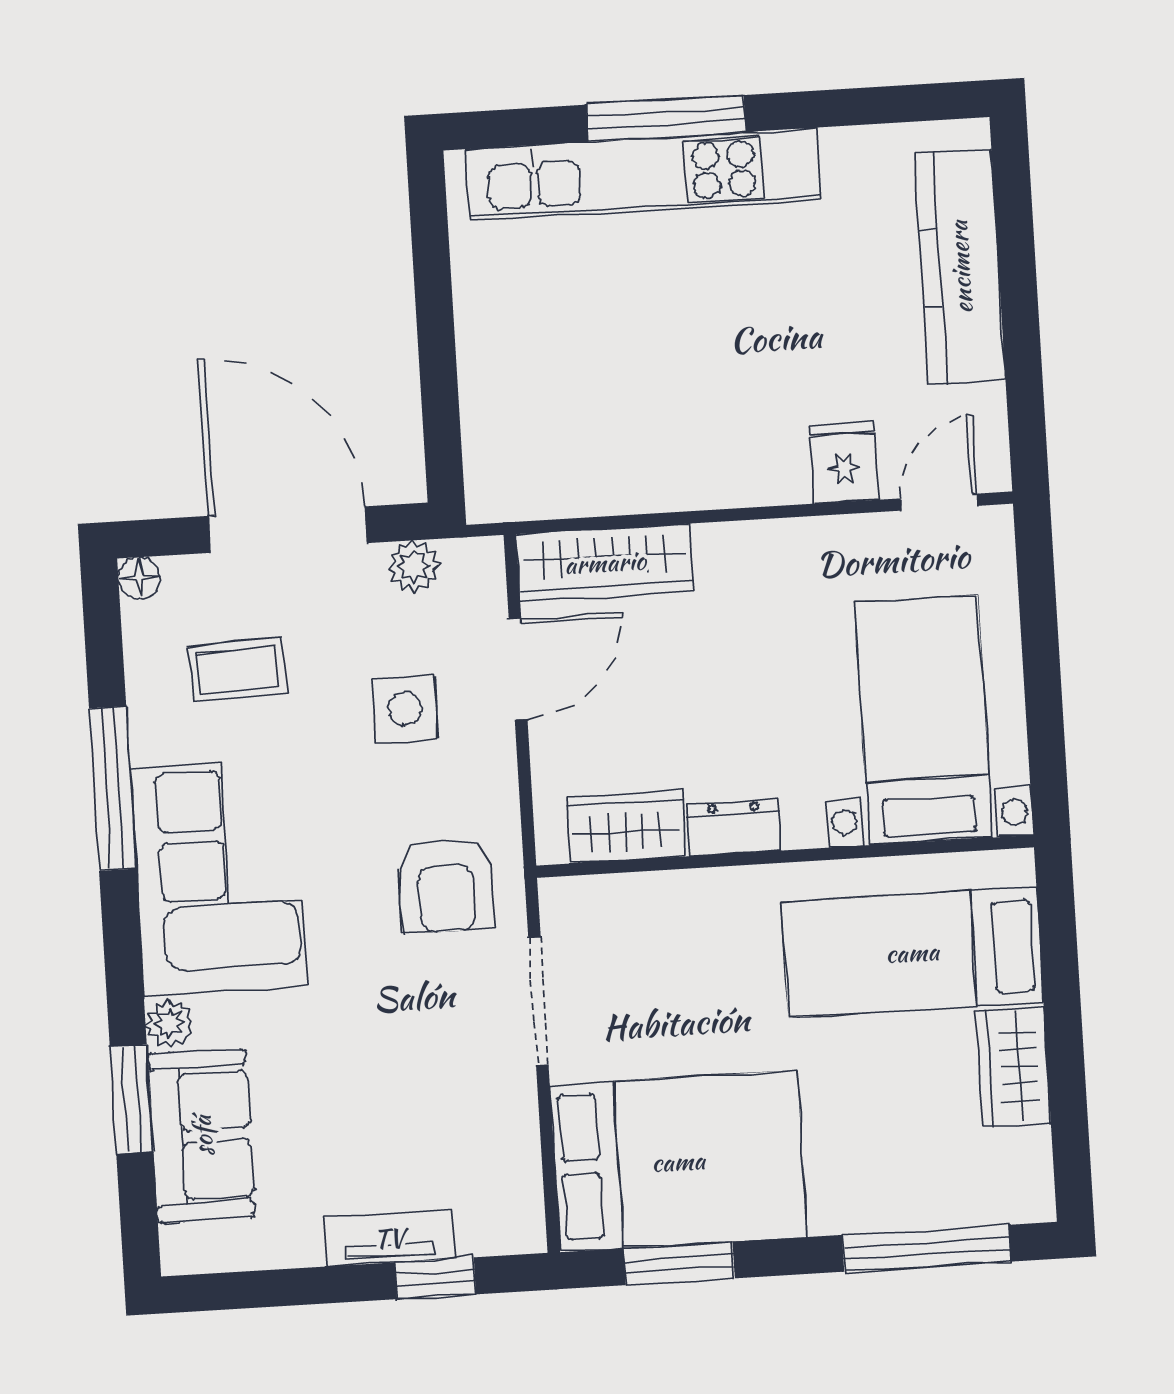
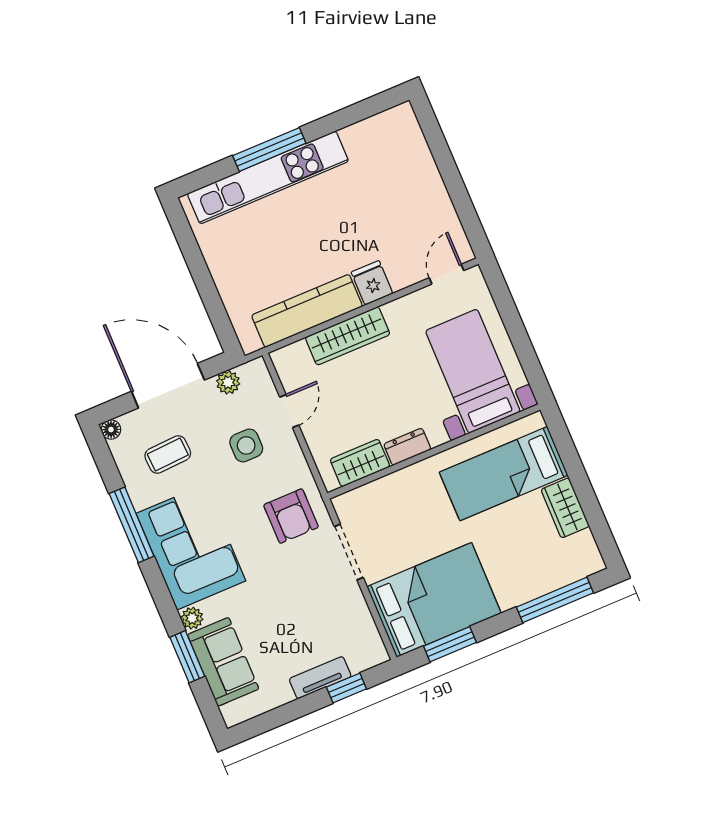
kitchen counter: (960, 267) -> (307, 311), moved, turned 90
fridge: (844, 462) -> (372, 283), moved
wardrobe: (605, 562) -> (348, 336), moved
door: (518, 669) -> (289, 411), width x0.73

